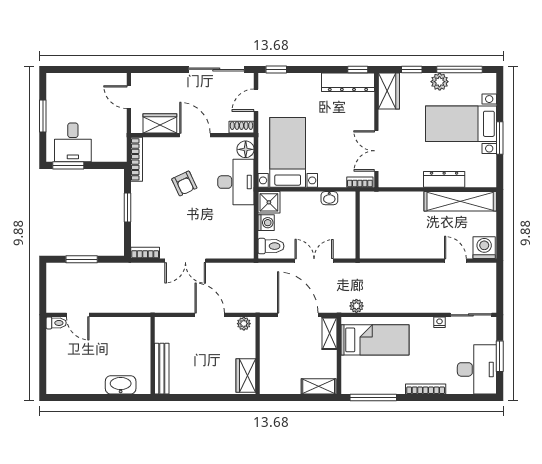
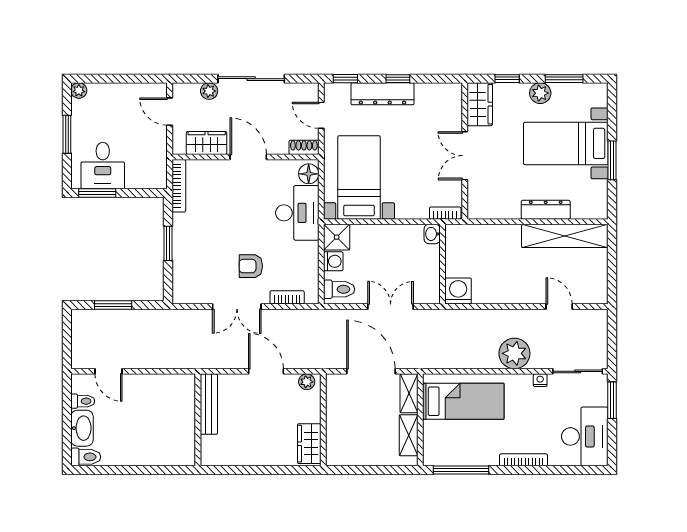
sliding door: (216, 69) -> (251, 79), moved
window: (358, 69) -> (398, 79), moved
window: (460, 69) -> (564, 79), width x0.69
plant: (53, 79) -> (79, 90), added
plant: (162, 80) -> (209, 91), added
dresser: (348, 82) -> (382, 94), moved
door: (256, 100) -> (321, 115), hinge flipped
double door: (376, 151) -> (465, 156), moved
armchair: (184, 183) -> (251, 266), moved, turned 115
washbasin: (329, 198) -> (432, 234), moved, turned 90
washing machine: (484, 248) -> (458, 291), moved
bookcase: (145, 253) -> (287, 297), moved
plant: (356, 306) -> (514, 353), moved, width x1.88, depth x1.88
toilet: (56, 323) -> (83, 401), moved
window: (500, 356) -> (612, 400), moved
bench: (162, 369) -> (209, 404), moved
washbasin: (121, 385) -> (82, 428), moved, turned 90
shelving: (319, 386) -> (409, 435), moved, turned 90
toilet: (59, 387) -> (86, 457), added

